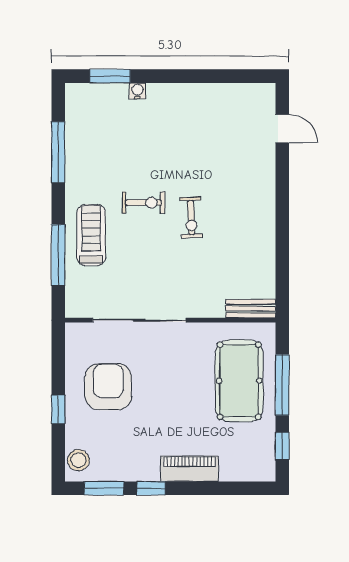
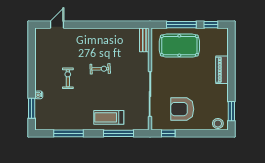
exercise bike: (143, 203) -> (68, 78), moved
window: (58, 410) -> (168, 133), moved
window: (151, 488) -> (231, 88), removed

